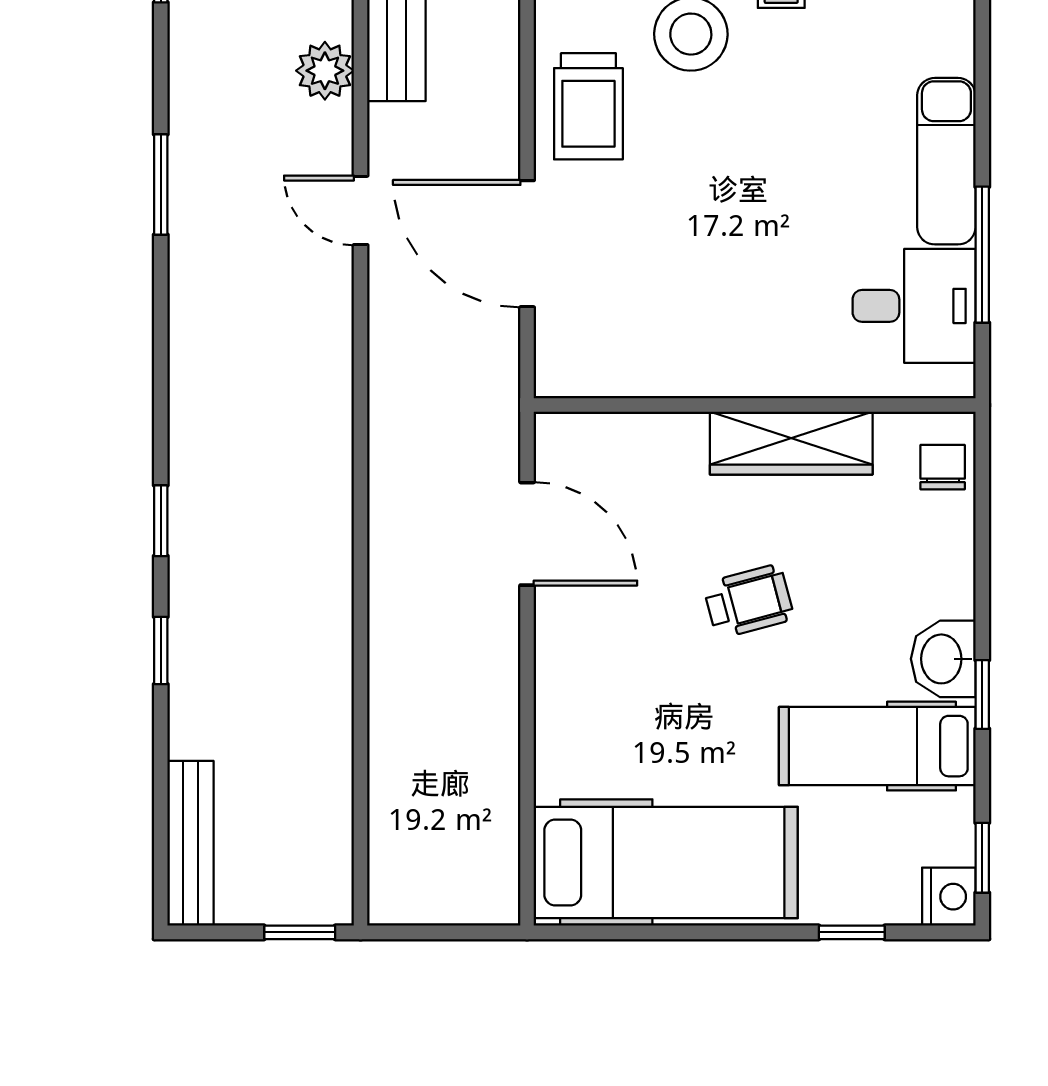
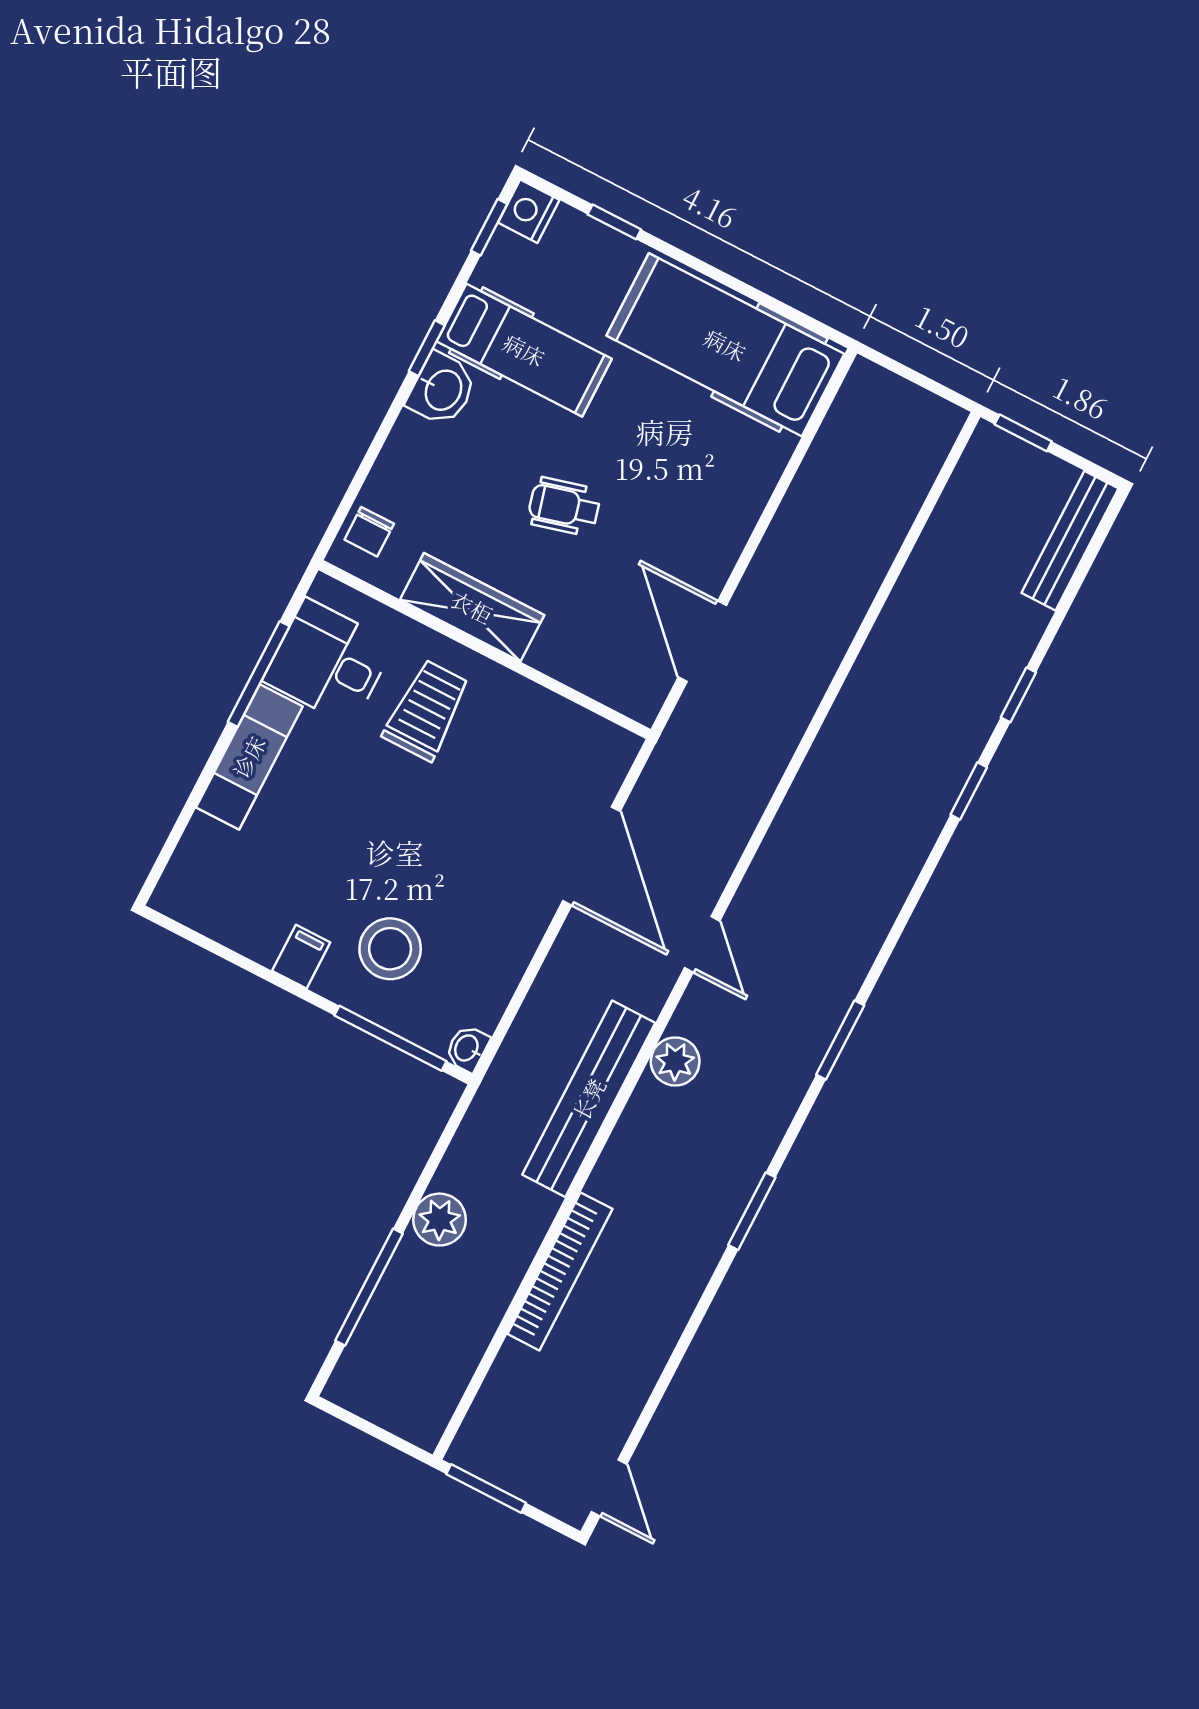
trolley: (588, 106) -> (427, 710), moved

